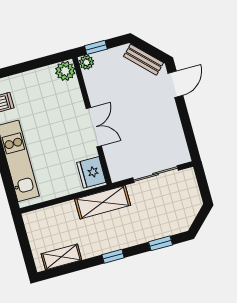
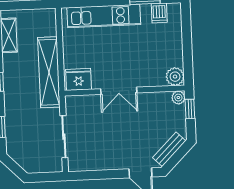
shelving: (103, 202) -> (49, 72), width x1.47

